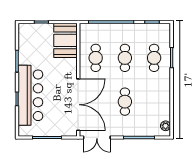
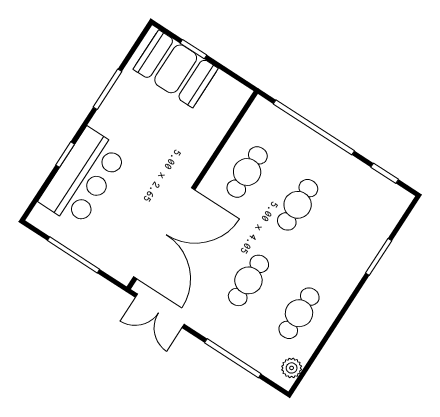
booth: (65, 40) -> (176, 69), moved, turned 90
cafe table: (154, 58) -> (299, 313), moved
bar counter: (30, 95) -> (83, 177), width x0.73

